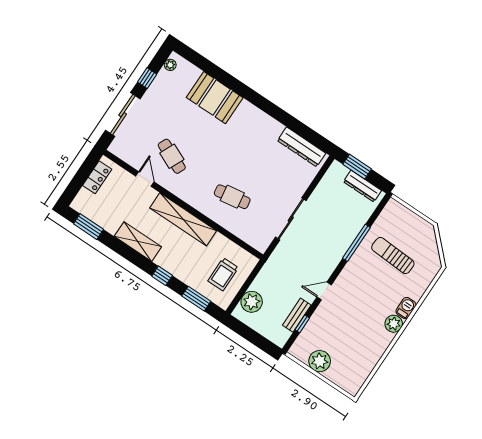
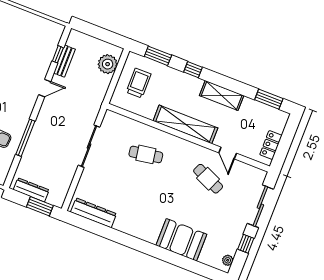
plant: (320, 361) -> (35, 24), removed

